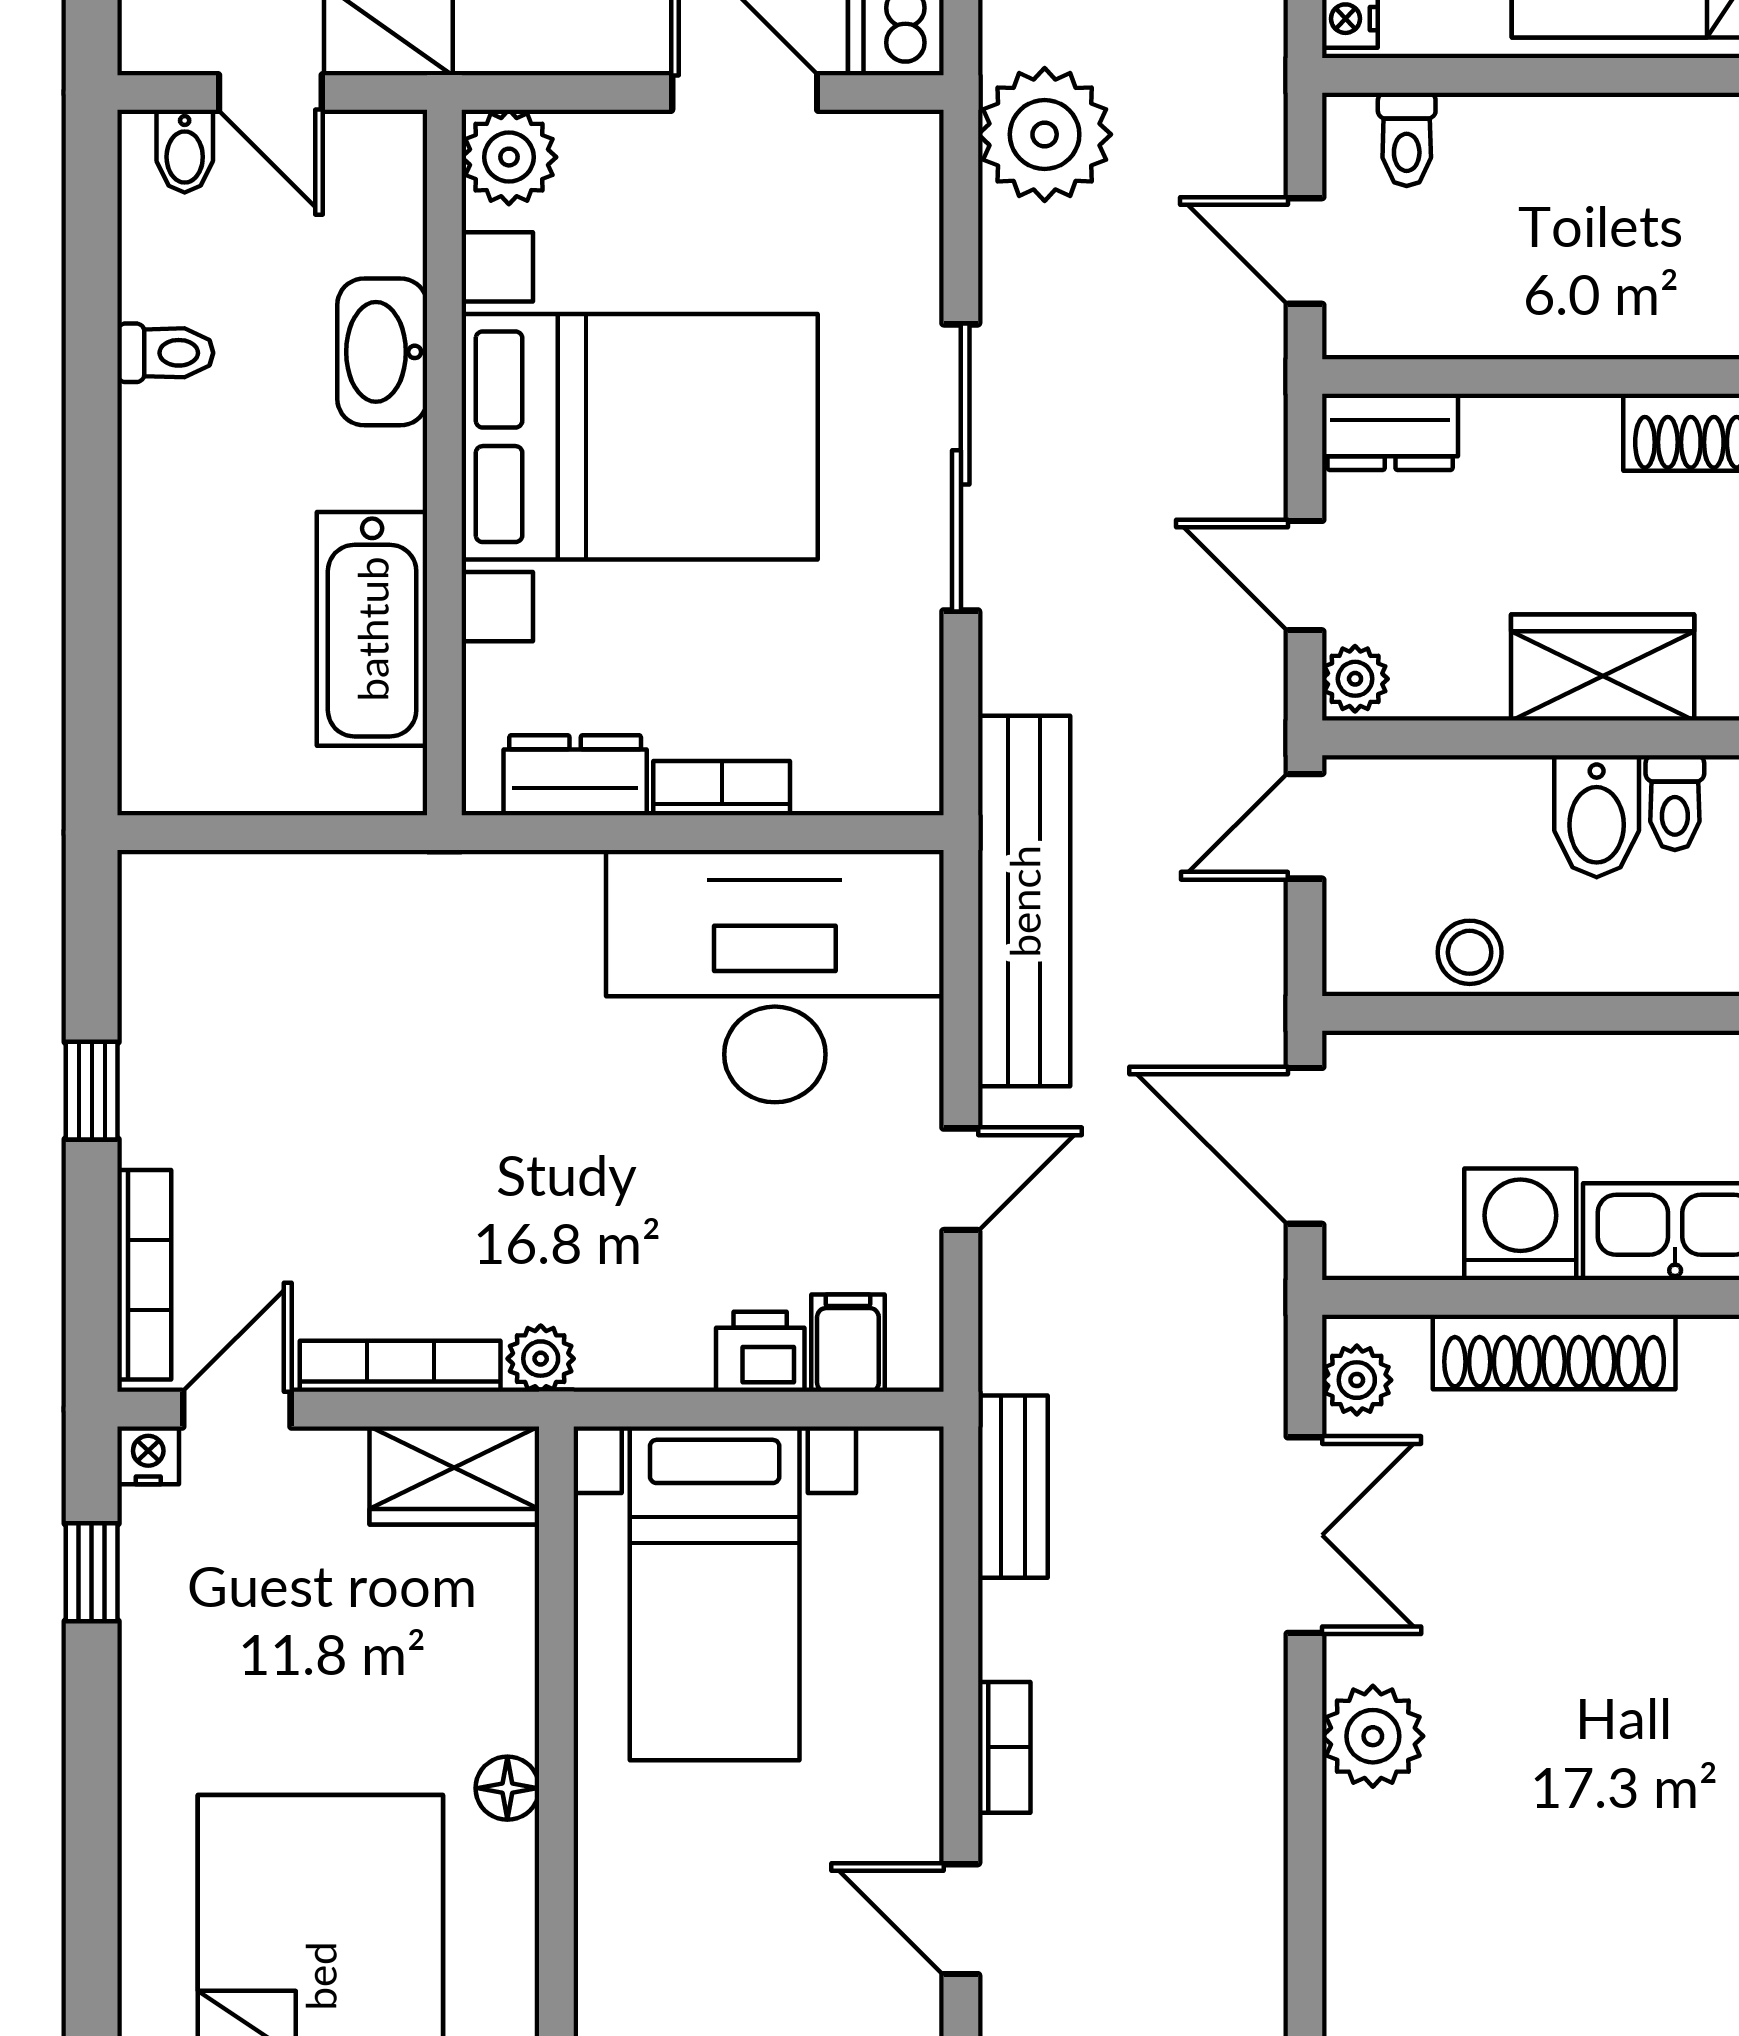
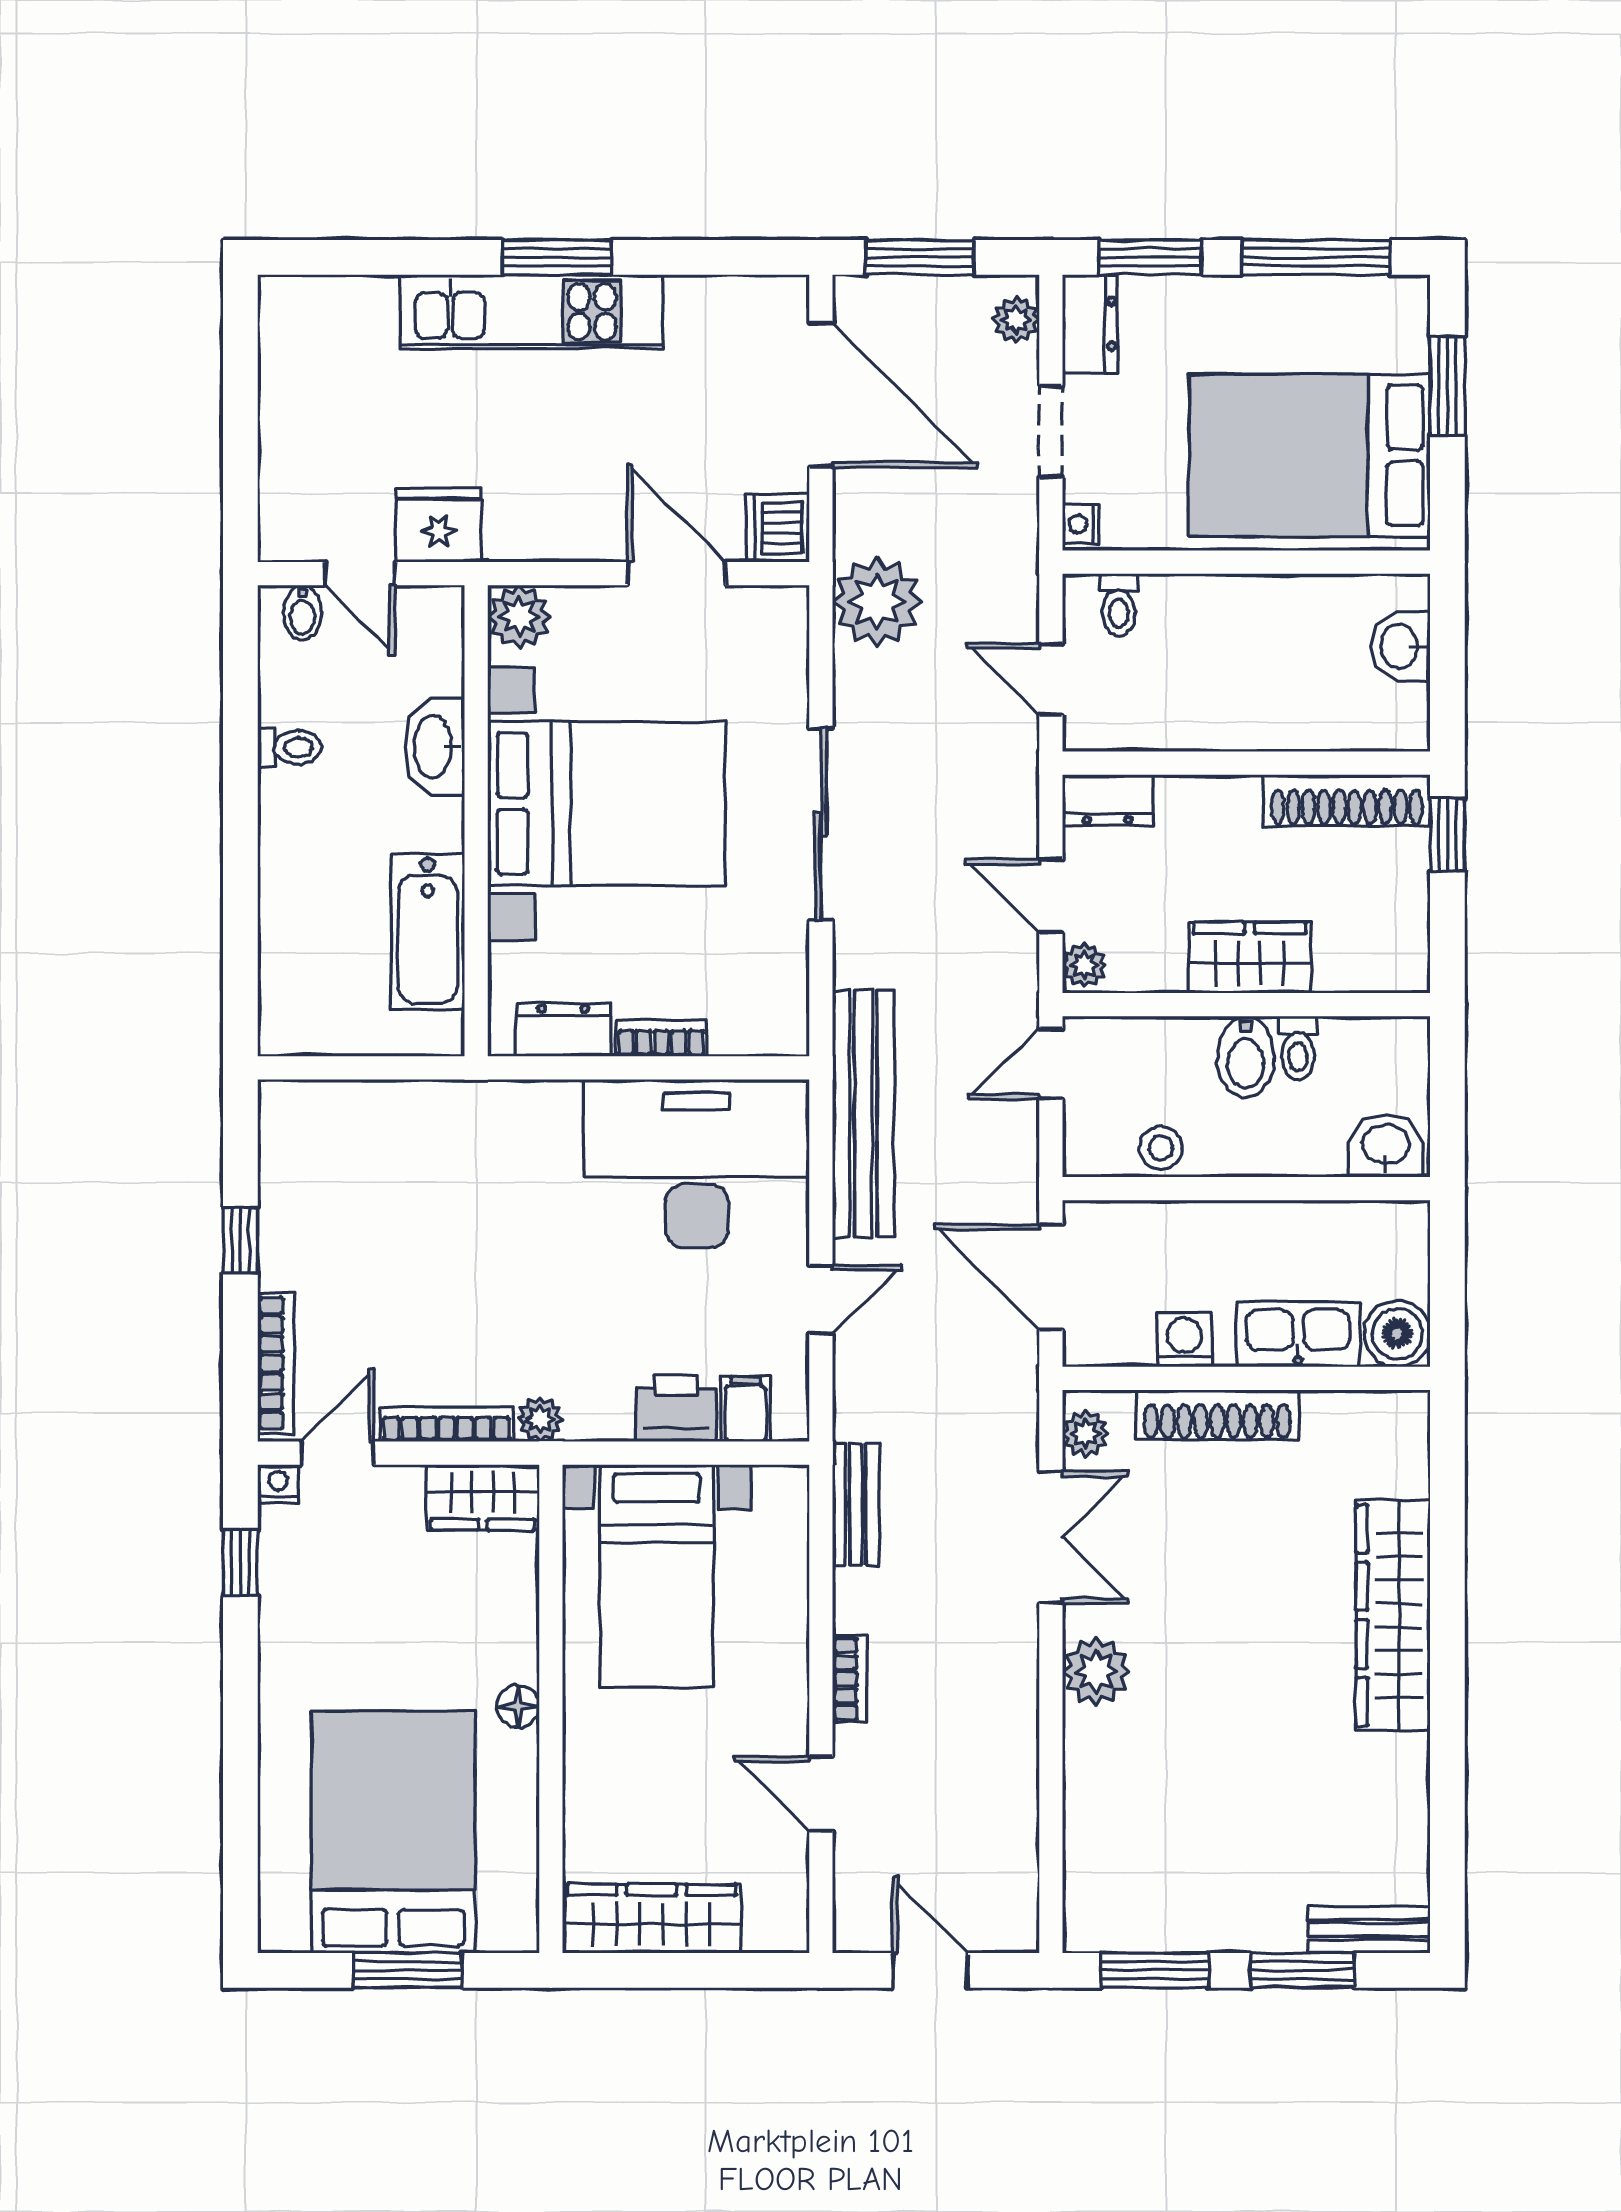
washing machine: (1520, 1224) -> (1184, 1340), width x0.73, depth x0.73
printer: (760, 1352) -> (676, 1408), width x1.36, depth x1.24

